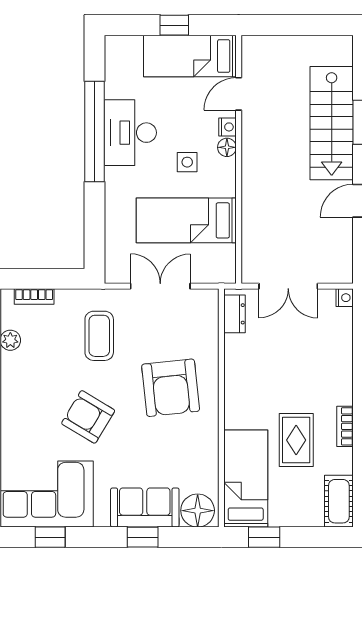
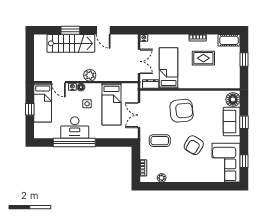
plant: (255, 169) -> (90, 75), added
bed: (246, 479) -> (169, 68), moved, turned 90
window: (264, 537) -> (244, 60), moved

